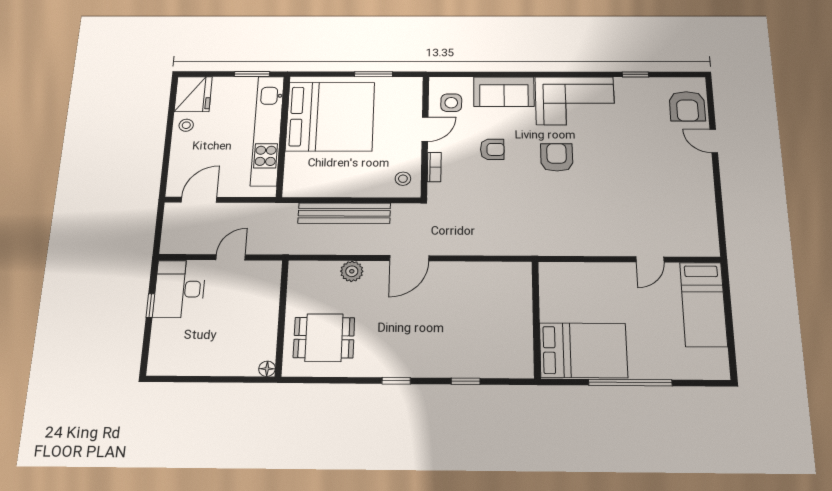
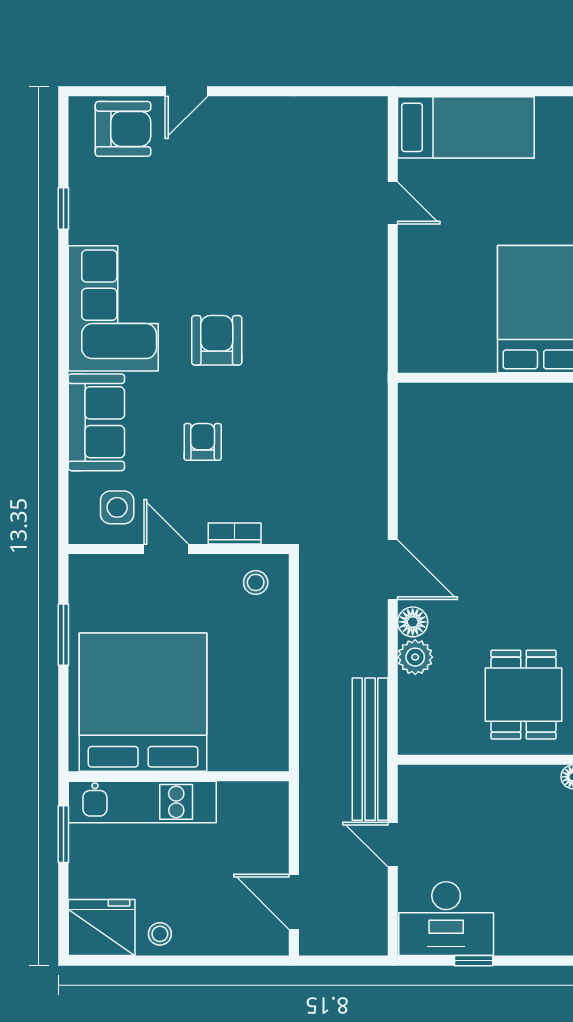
kitchen unit: (267, 130) -> (142, 802), width x0.73
armchair: (557, 157) -> (217, 340), turned 90
bench: (344, 213) -> (370, 749), moved
floor lamp: (375, 270) -> (413, 622), added

